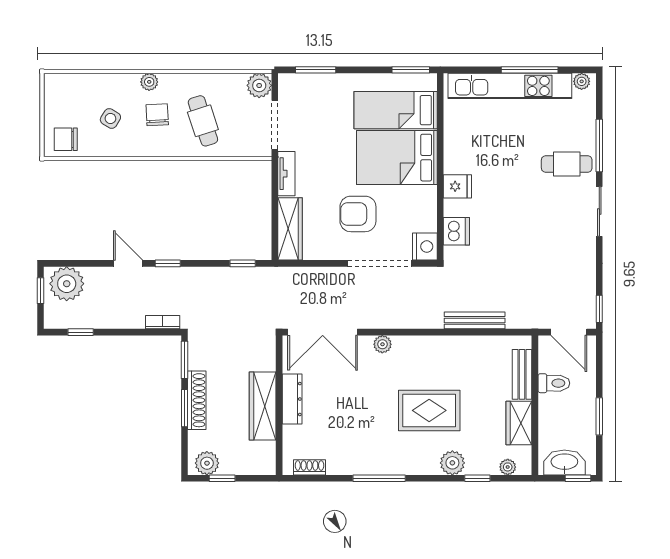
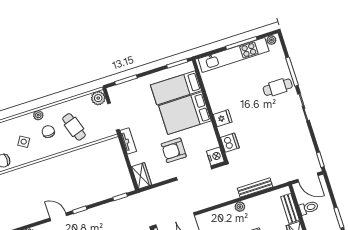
wardrobe: (290, 229) -> (141, 176), width x0.67
plant: (382, 344) -> (240, 207), moved

